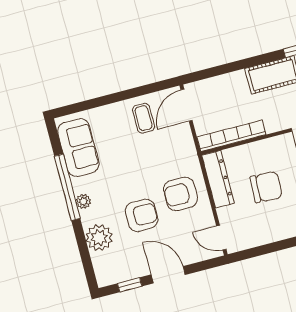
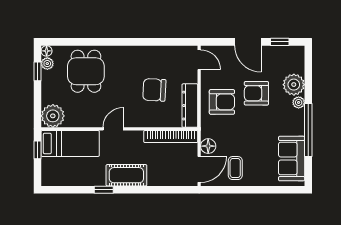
floor lamp: (183, 136) -> (208, 146), added
plant: (83, 201) -> (299, 102), moved

